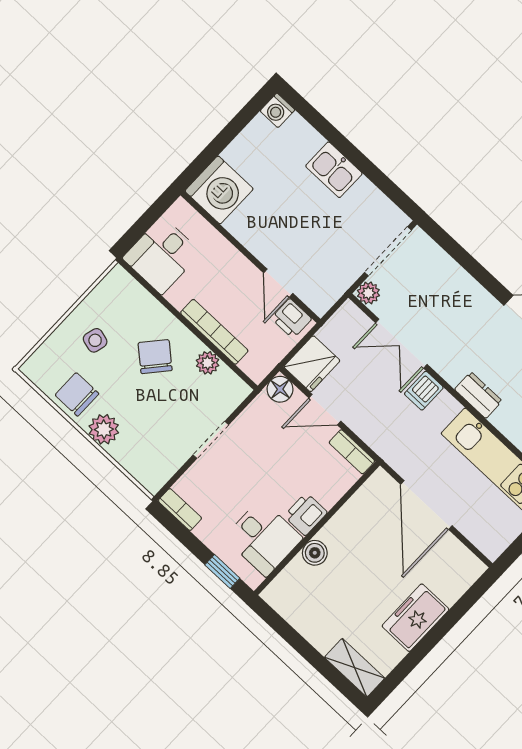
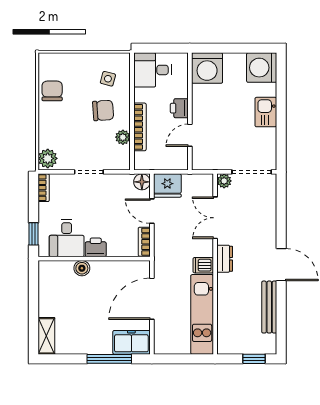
washing machine: (277, 110) -> (262, 68), width x1.89, depth x1.89
printer: (291, 319) -> (179, 108), moved
side table: (95, 340) -> (108, 79), moved
chair: (155, 357) -> (103, 110), turned 45
dishwasher: (424, 391) -> (203, 265), moved
dresser: (478, 395) -> (225, 259), moved
plant: (104, 429) -> (48, 158), moved
freezer: (416, 618) -> (131, 342), moved
window: (450, 620) -> (109, 359), added

